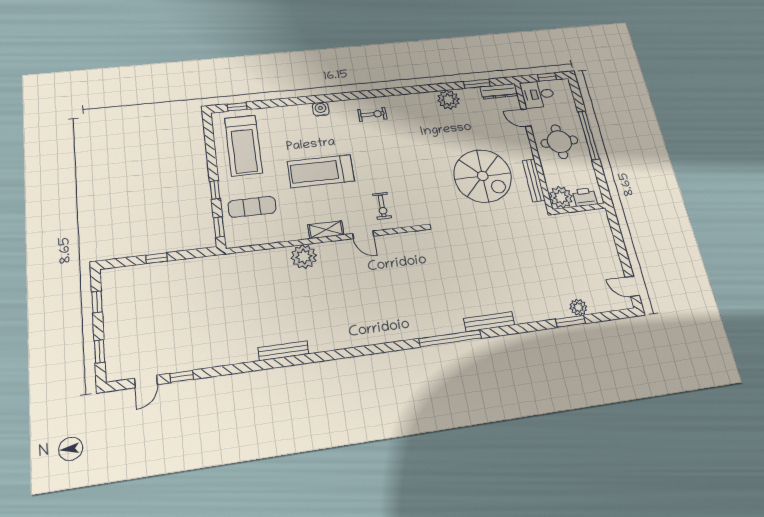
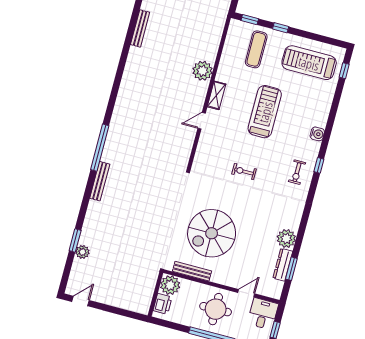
dresser: (499, 91) -> (283, 265), moved
window: (354, 96) -> (319, 165), added
exercise bike: (382, 206) -> (244, 171), moved

